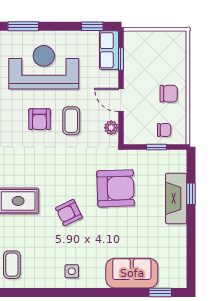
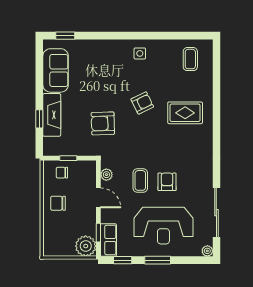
window: (23, 26) -> (158, 260), moved
plant: (136, 43) -> (86, 246), added
armchair: (116, 188) -> (103, 123), width x0.73, depth x0.73
sofa: (132, 273) -> (56, 70), moved, turned -90

